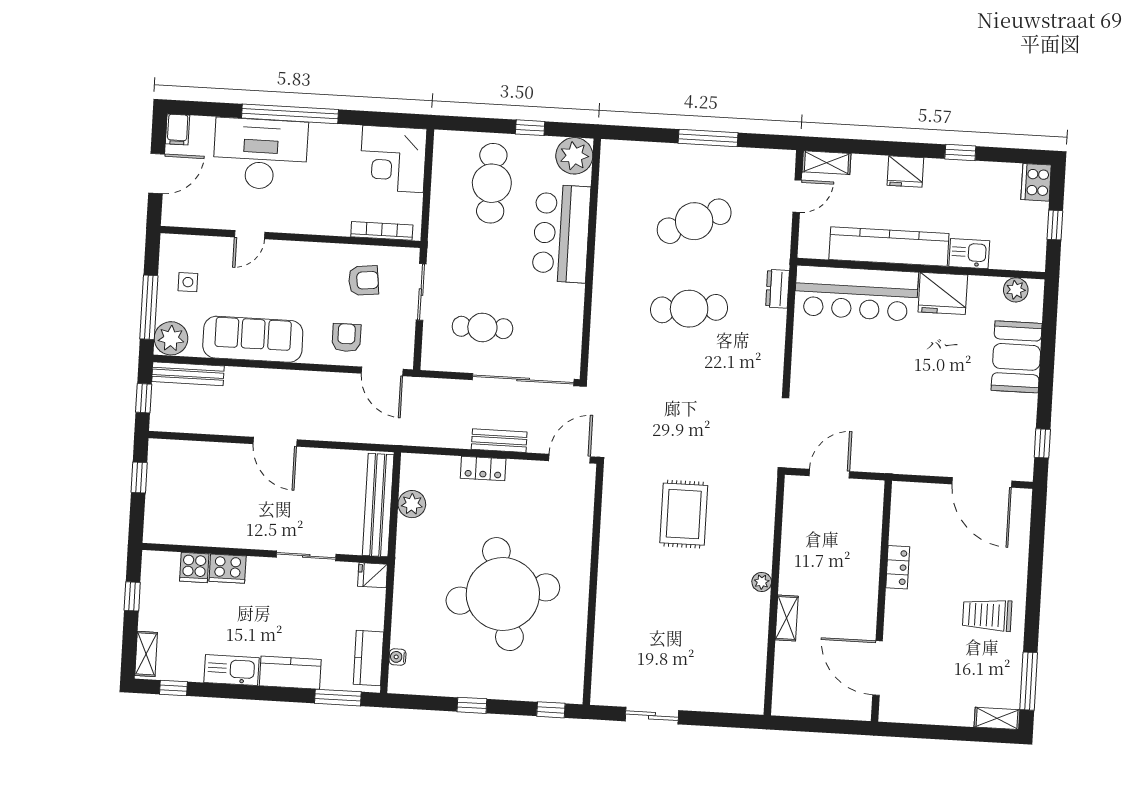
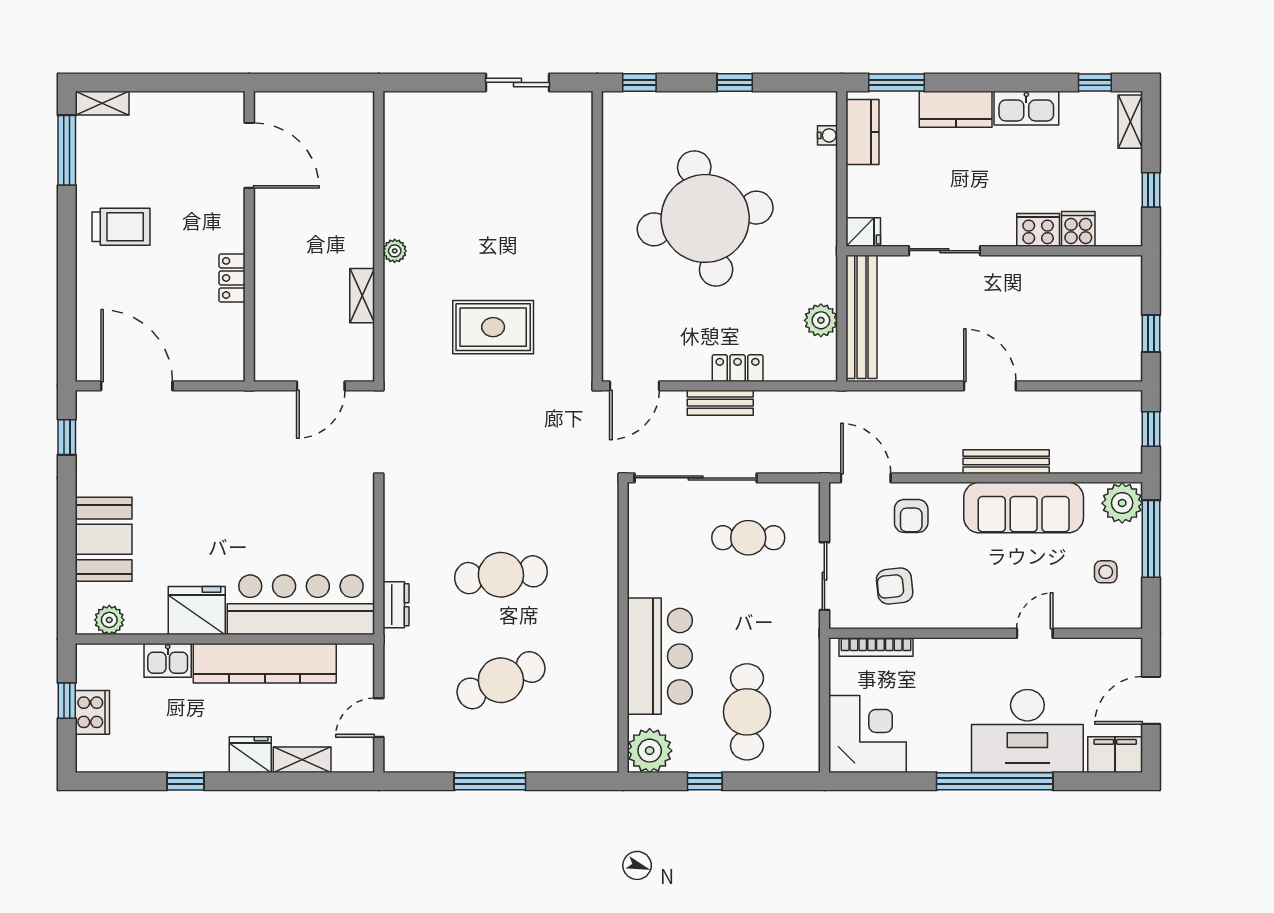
filing cabinet: (178, 130) -> (1115, 755), width x2.00
shelving: (827, 163) -> (302, 760), moved
cooker: (1036, 182) -> (92, 712), moved
bench: (188, 374) -> (1006, 462), moved
rug: (684, 514) -> (493, 327), turned 90
shelving: (787, 618) -> (362, 296), moved

